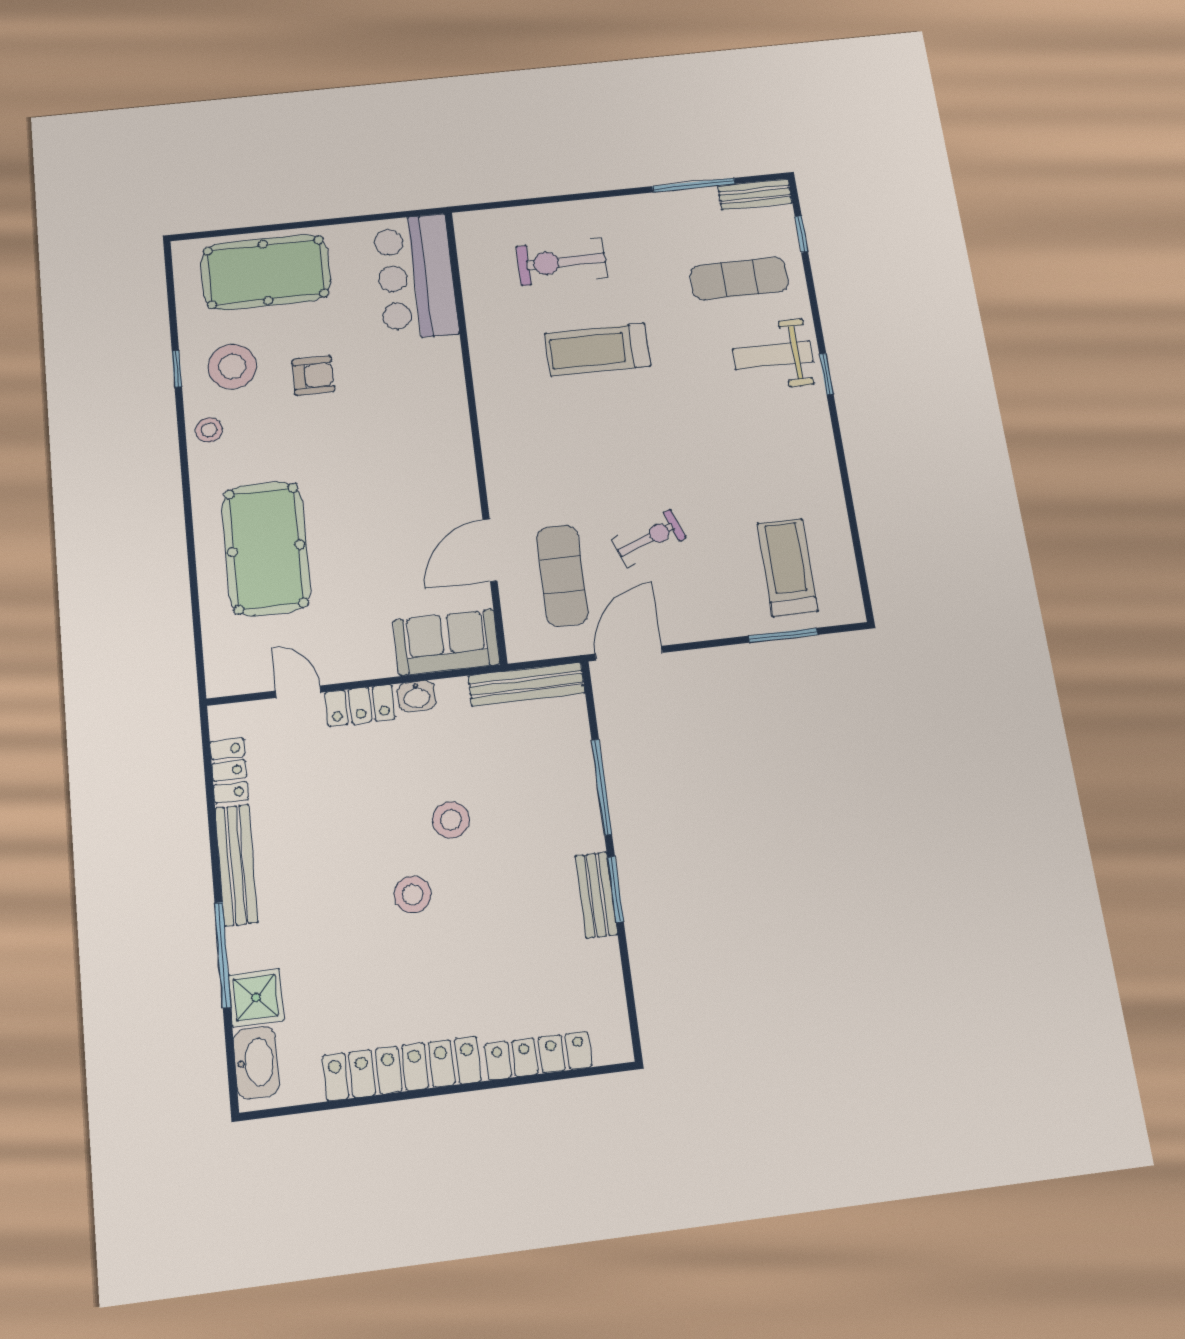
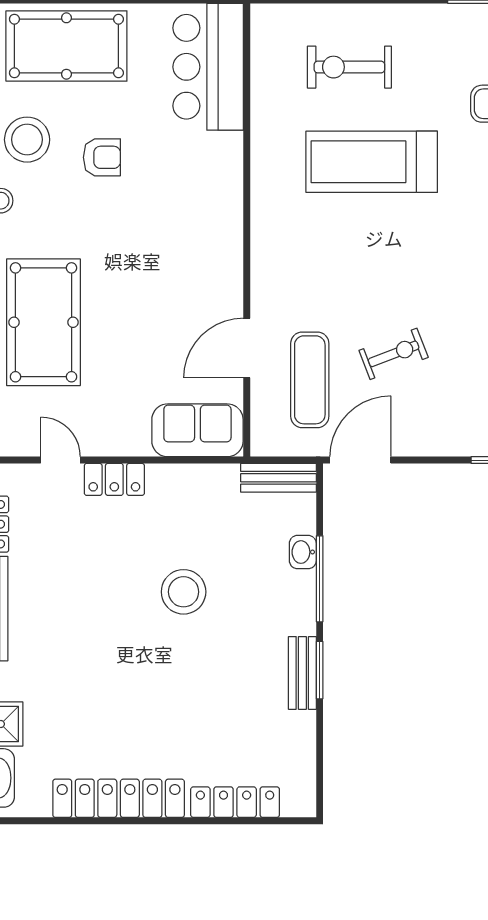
treadmill: (598, 350) -> (372, 162), width x1.37, depth x1.38
bench: (527, 684) -> (278, 478), width x0.73
washbasin: (417, 696) -> (303, 552), moved, turned 90
stool: (451, 820) -> (184, 592), width x1.38, depth x1.38
stool: (413, 894) -> (143, 653), removed

